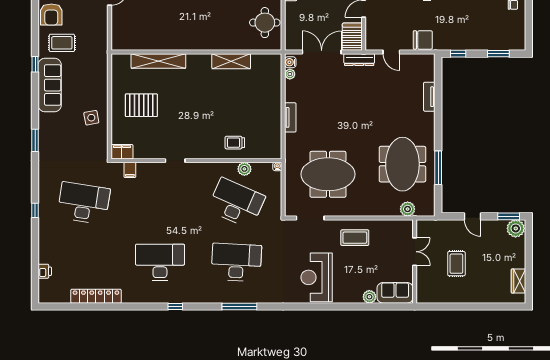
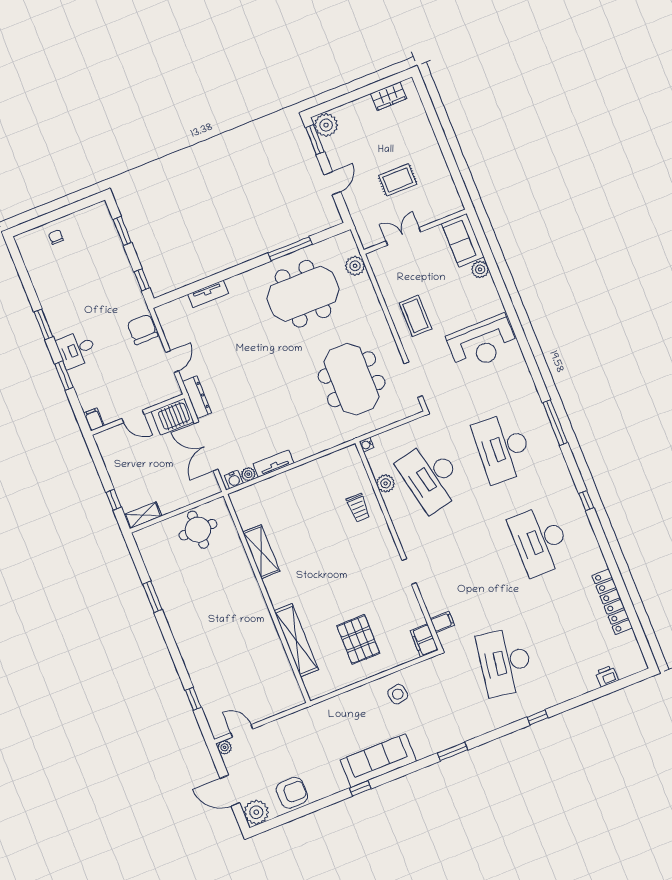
rug: (62, 43) -> (321, 766), removed
tv unit: (290, 117) -> (274, 463), moved
desk: (236, 203) -> (431, 477), turned -36

